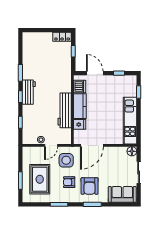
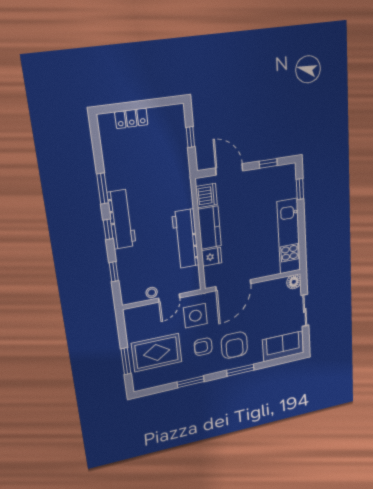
locker: (62, 37) -> (131, 118), moved
workbench: (29, 92) -> (122, 219), width x1.38
rug: (40, 179) -> (157, 353), turned 90

